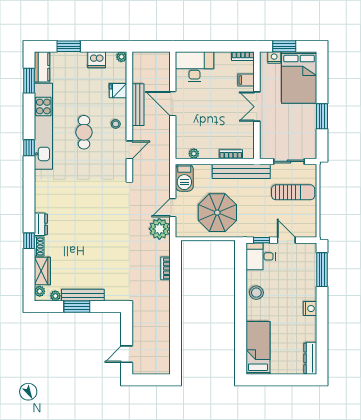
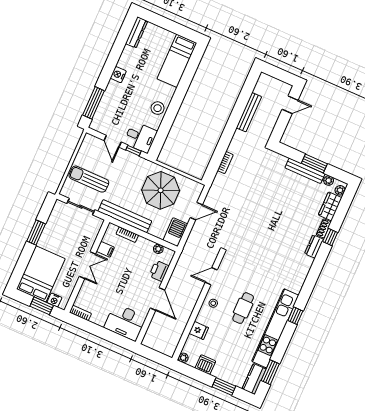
filing cabinet: (246, 80) -> (105, 249), moved
bench: (138, 105) -> (249, 112), moved
printer: (183, 132) -> (159, 271), added
plant: (159, 229) -> (216, 198), removed

